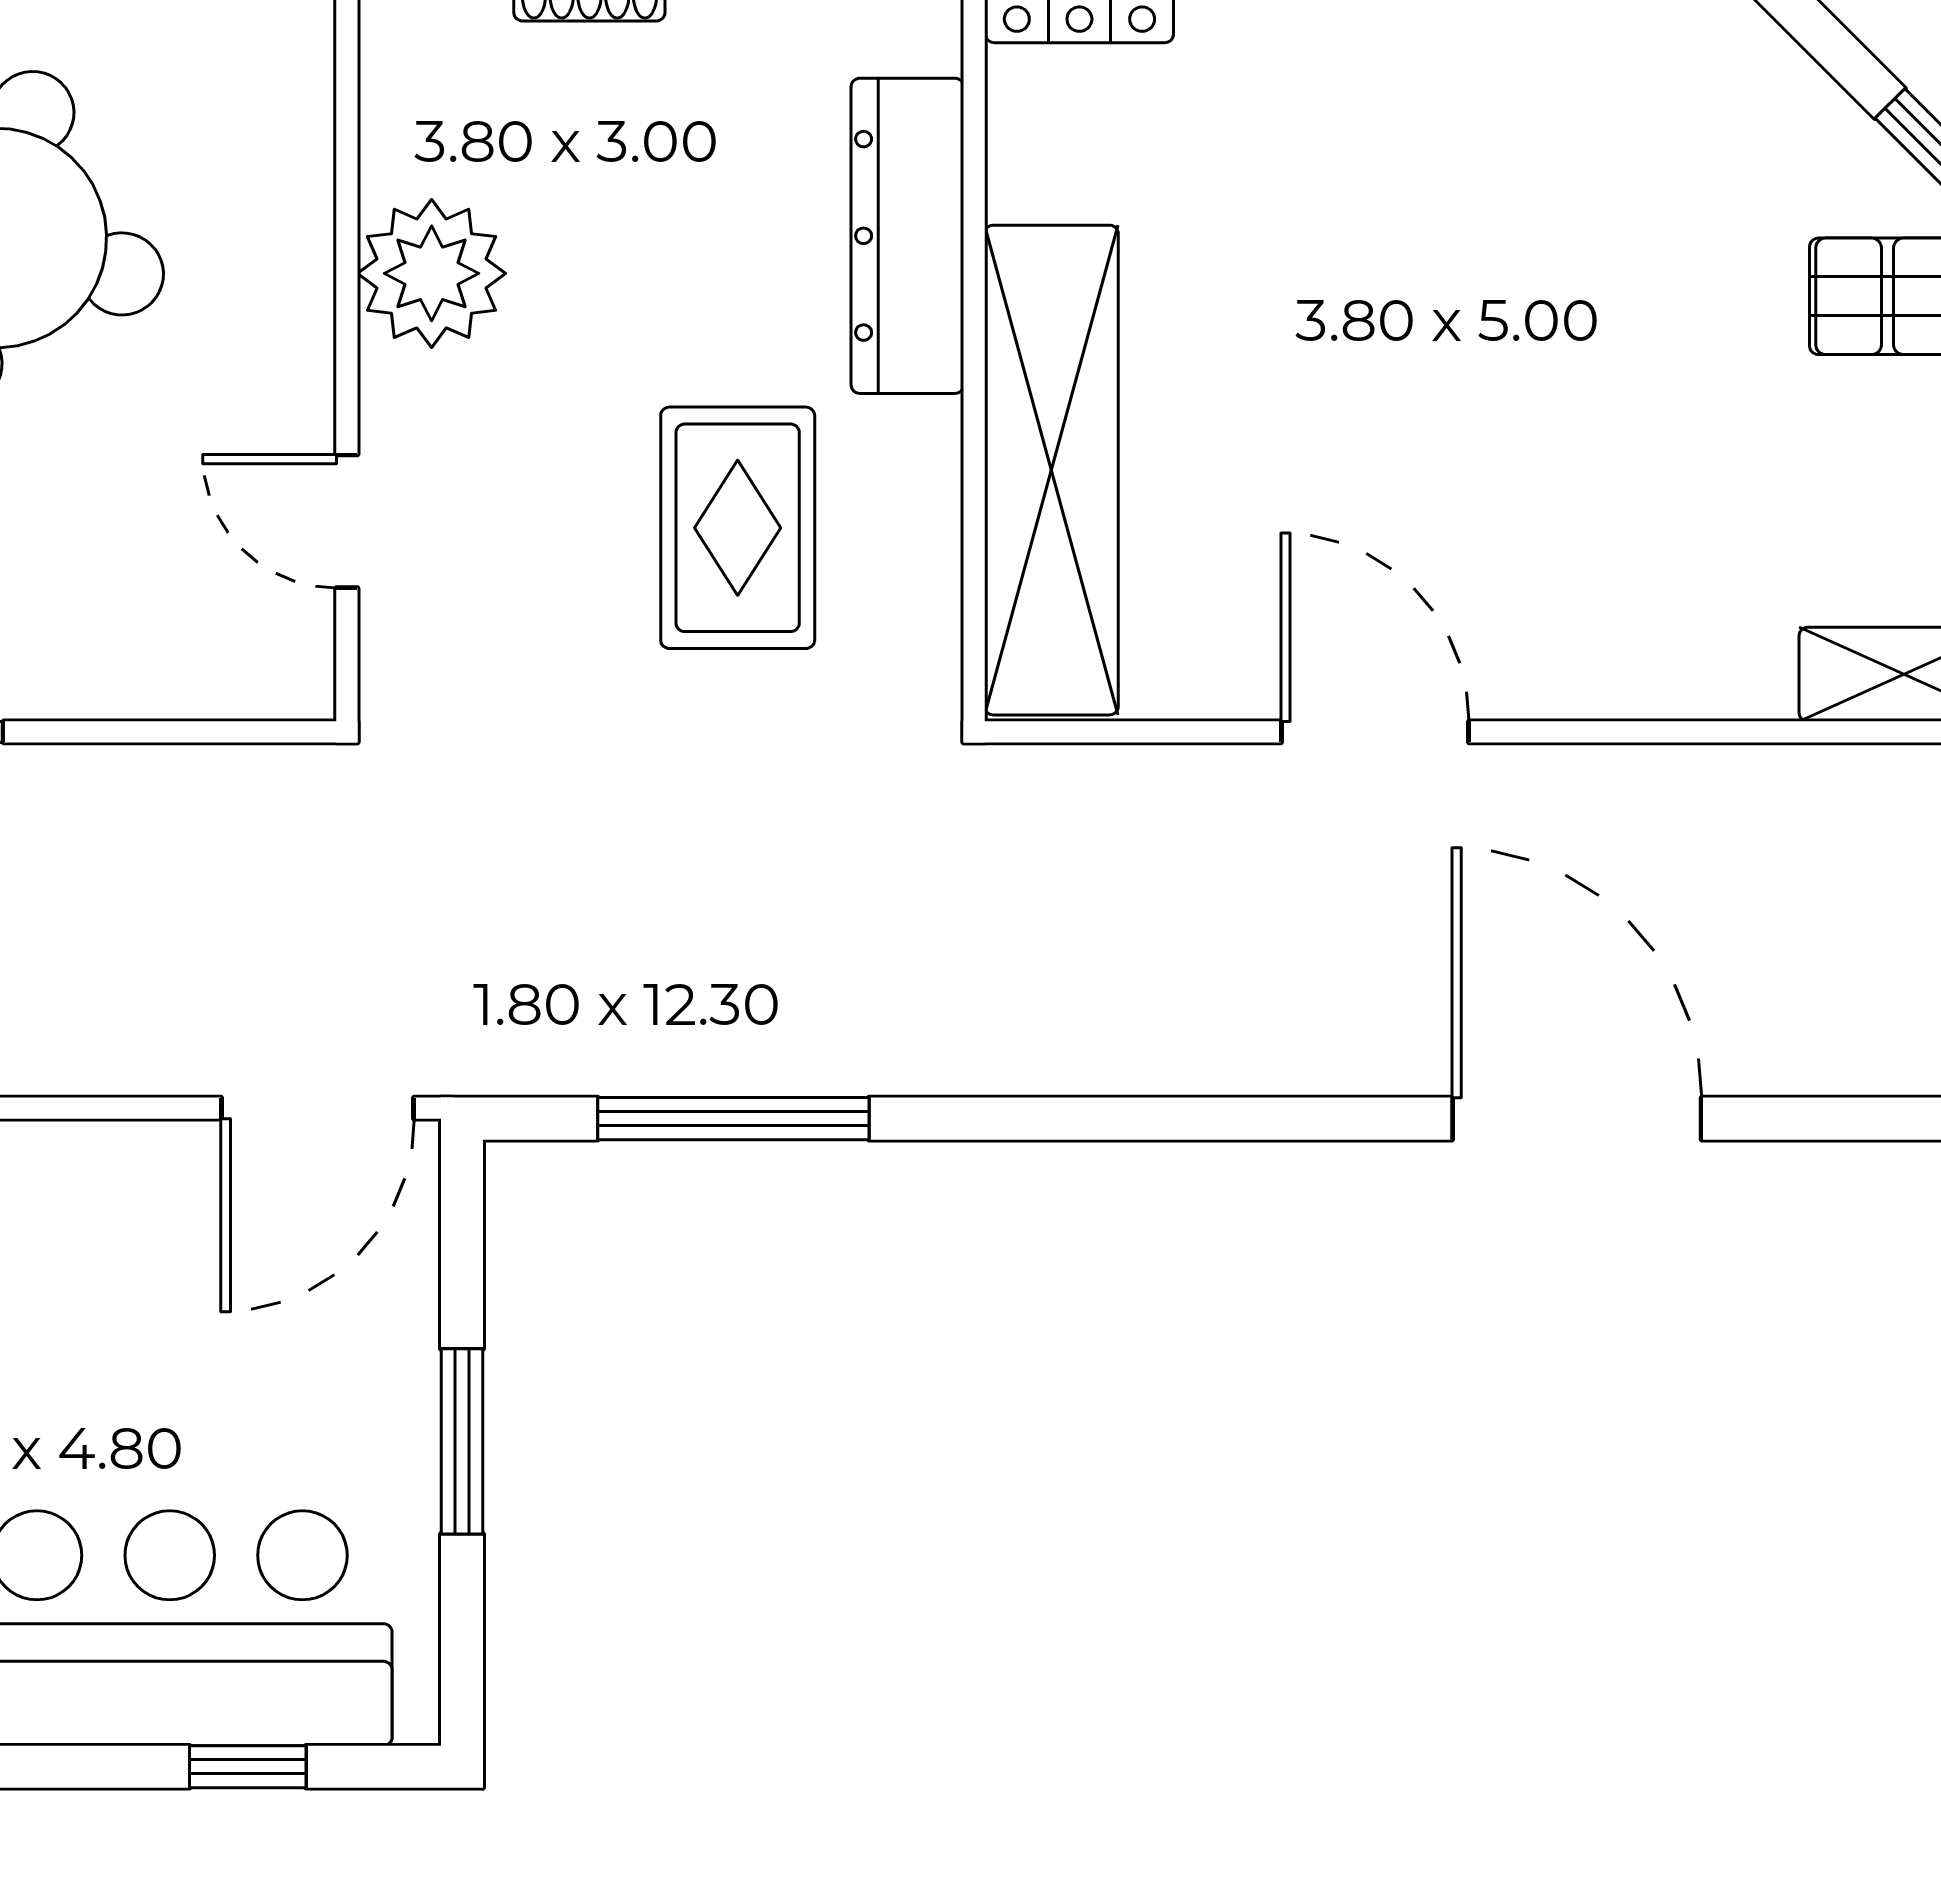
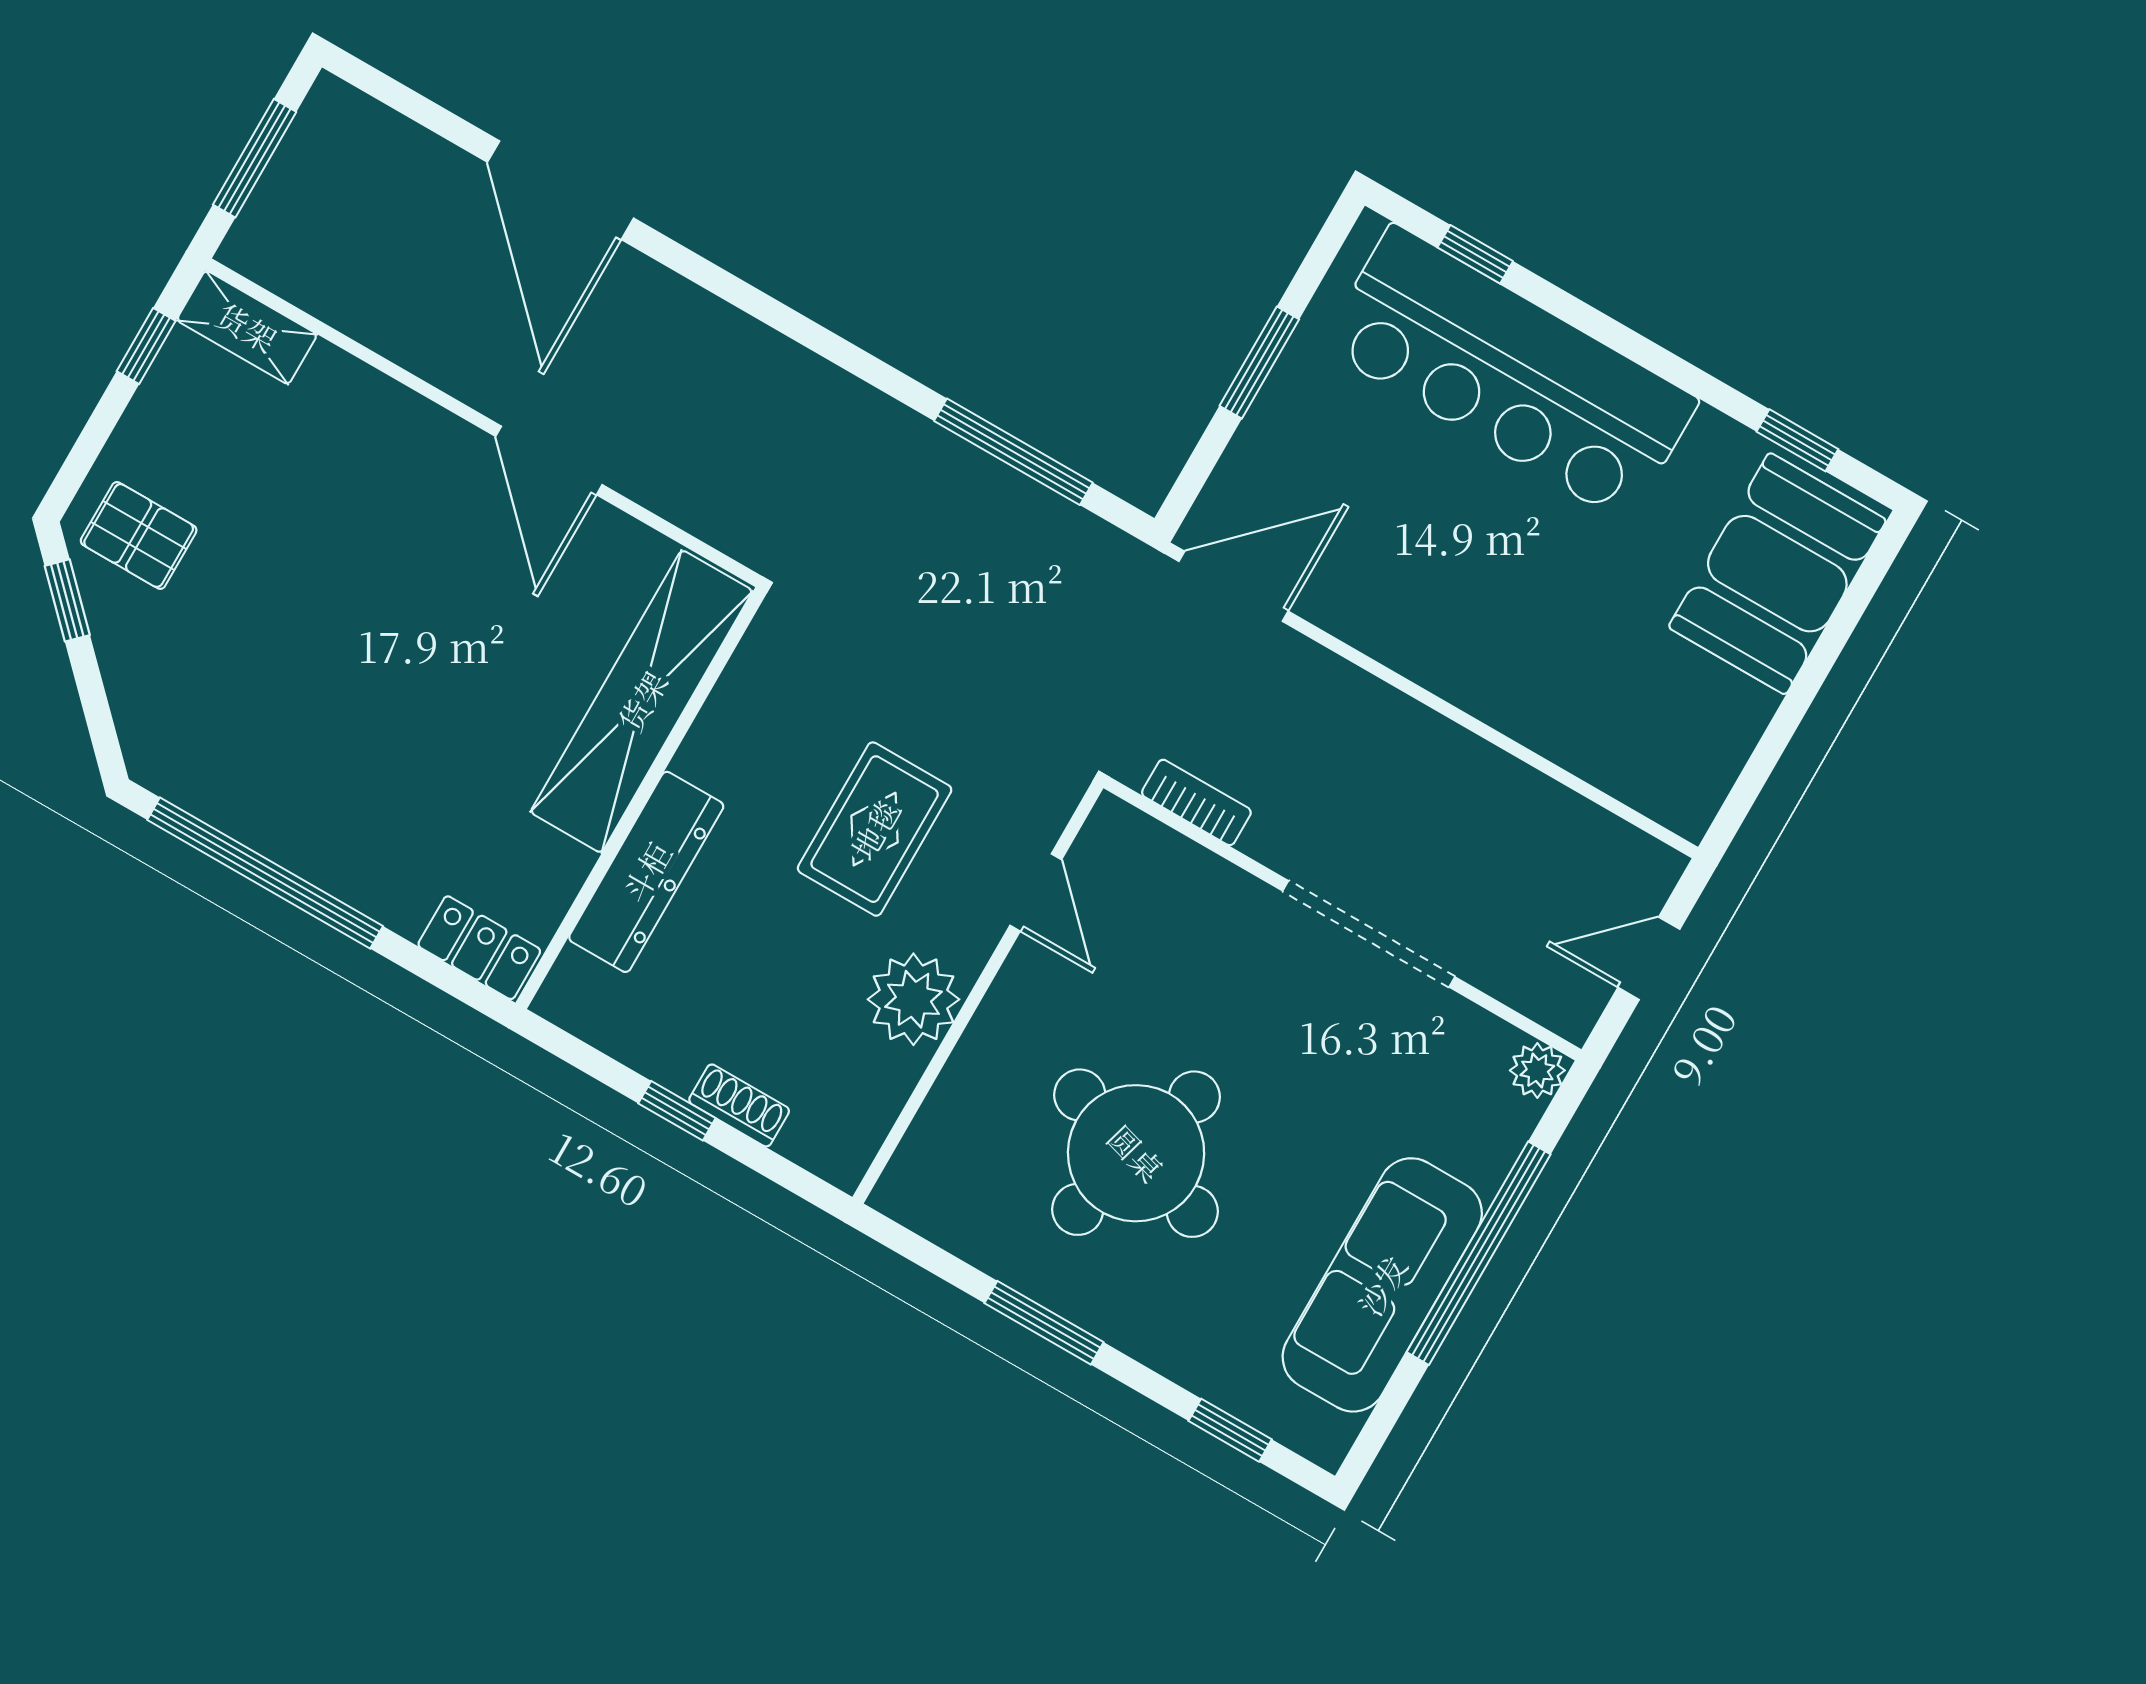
rug: (738, 528) -> (875, 829), moved
bookcase: (195, 776) -> (1196, 802), added

